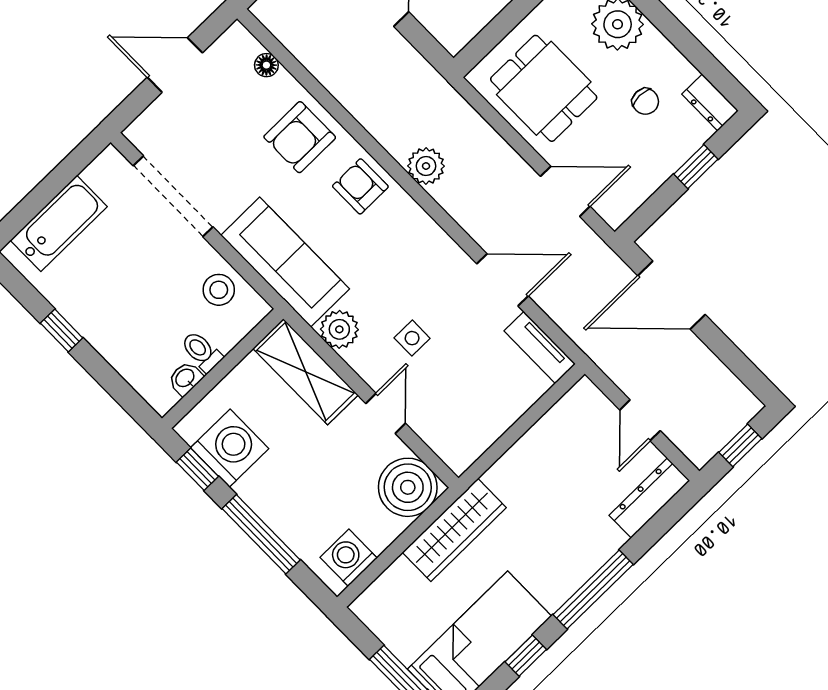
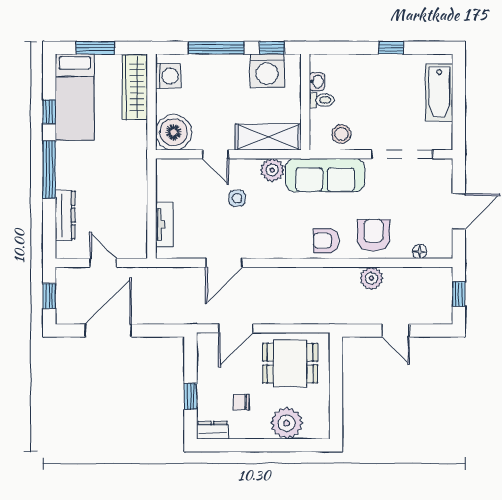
plant: (426, 166) -> (371, 278), moved
armchair: (360, 186) -> (326, 241), turned 180
door: (672, 295) -> (108, 330), moved
tv unit: (540, 347) -> (164, 224), moved, turned 90
dresser: (649, 498) -> (65, 215), moved
wardrobe: (454, 530) -> (135, 87), moved

